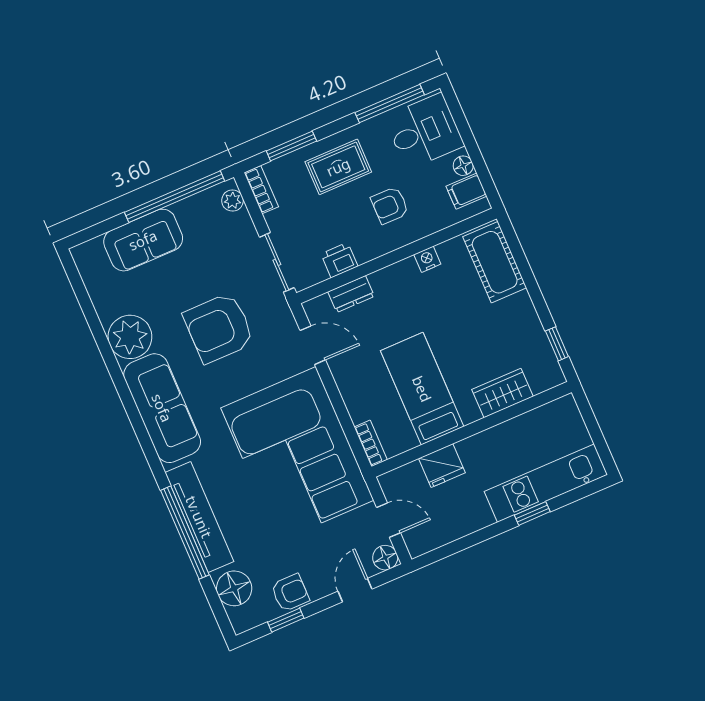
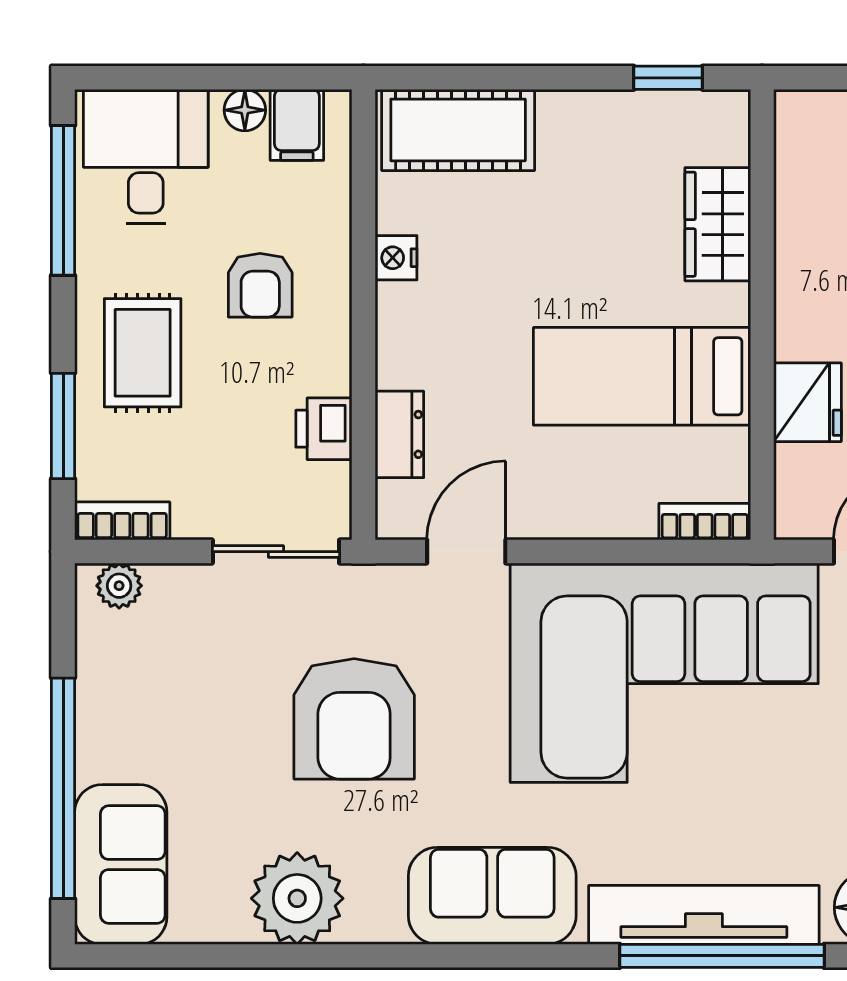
window: (175, 197) -> (63, 788), moved
sofa: (143, 240) -> (121, 865), moved
sofa: (162, 408) -> (492, 896), width x0.73

